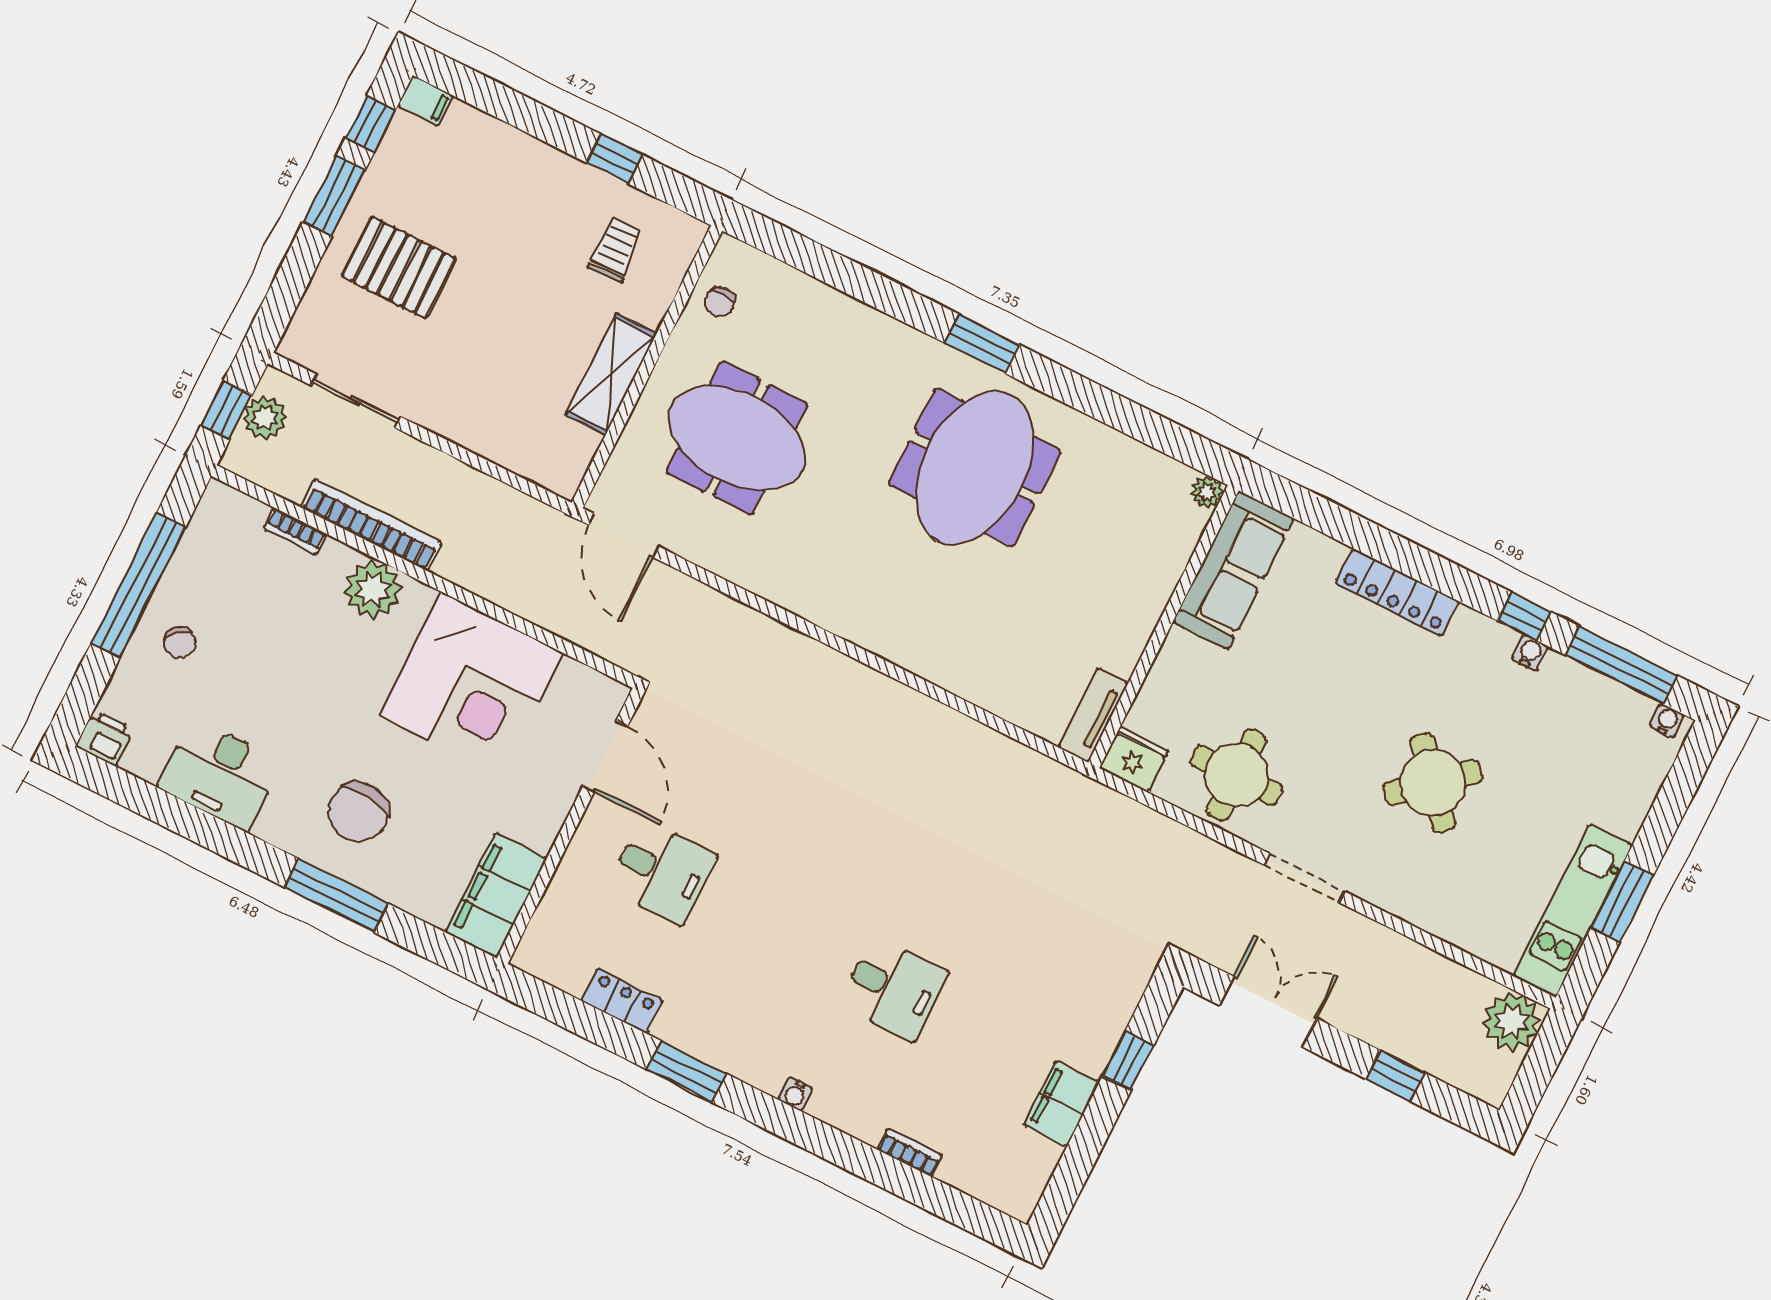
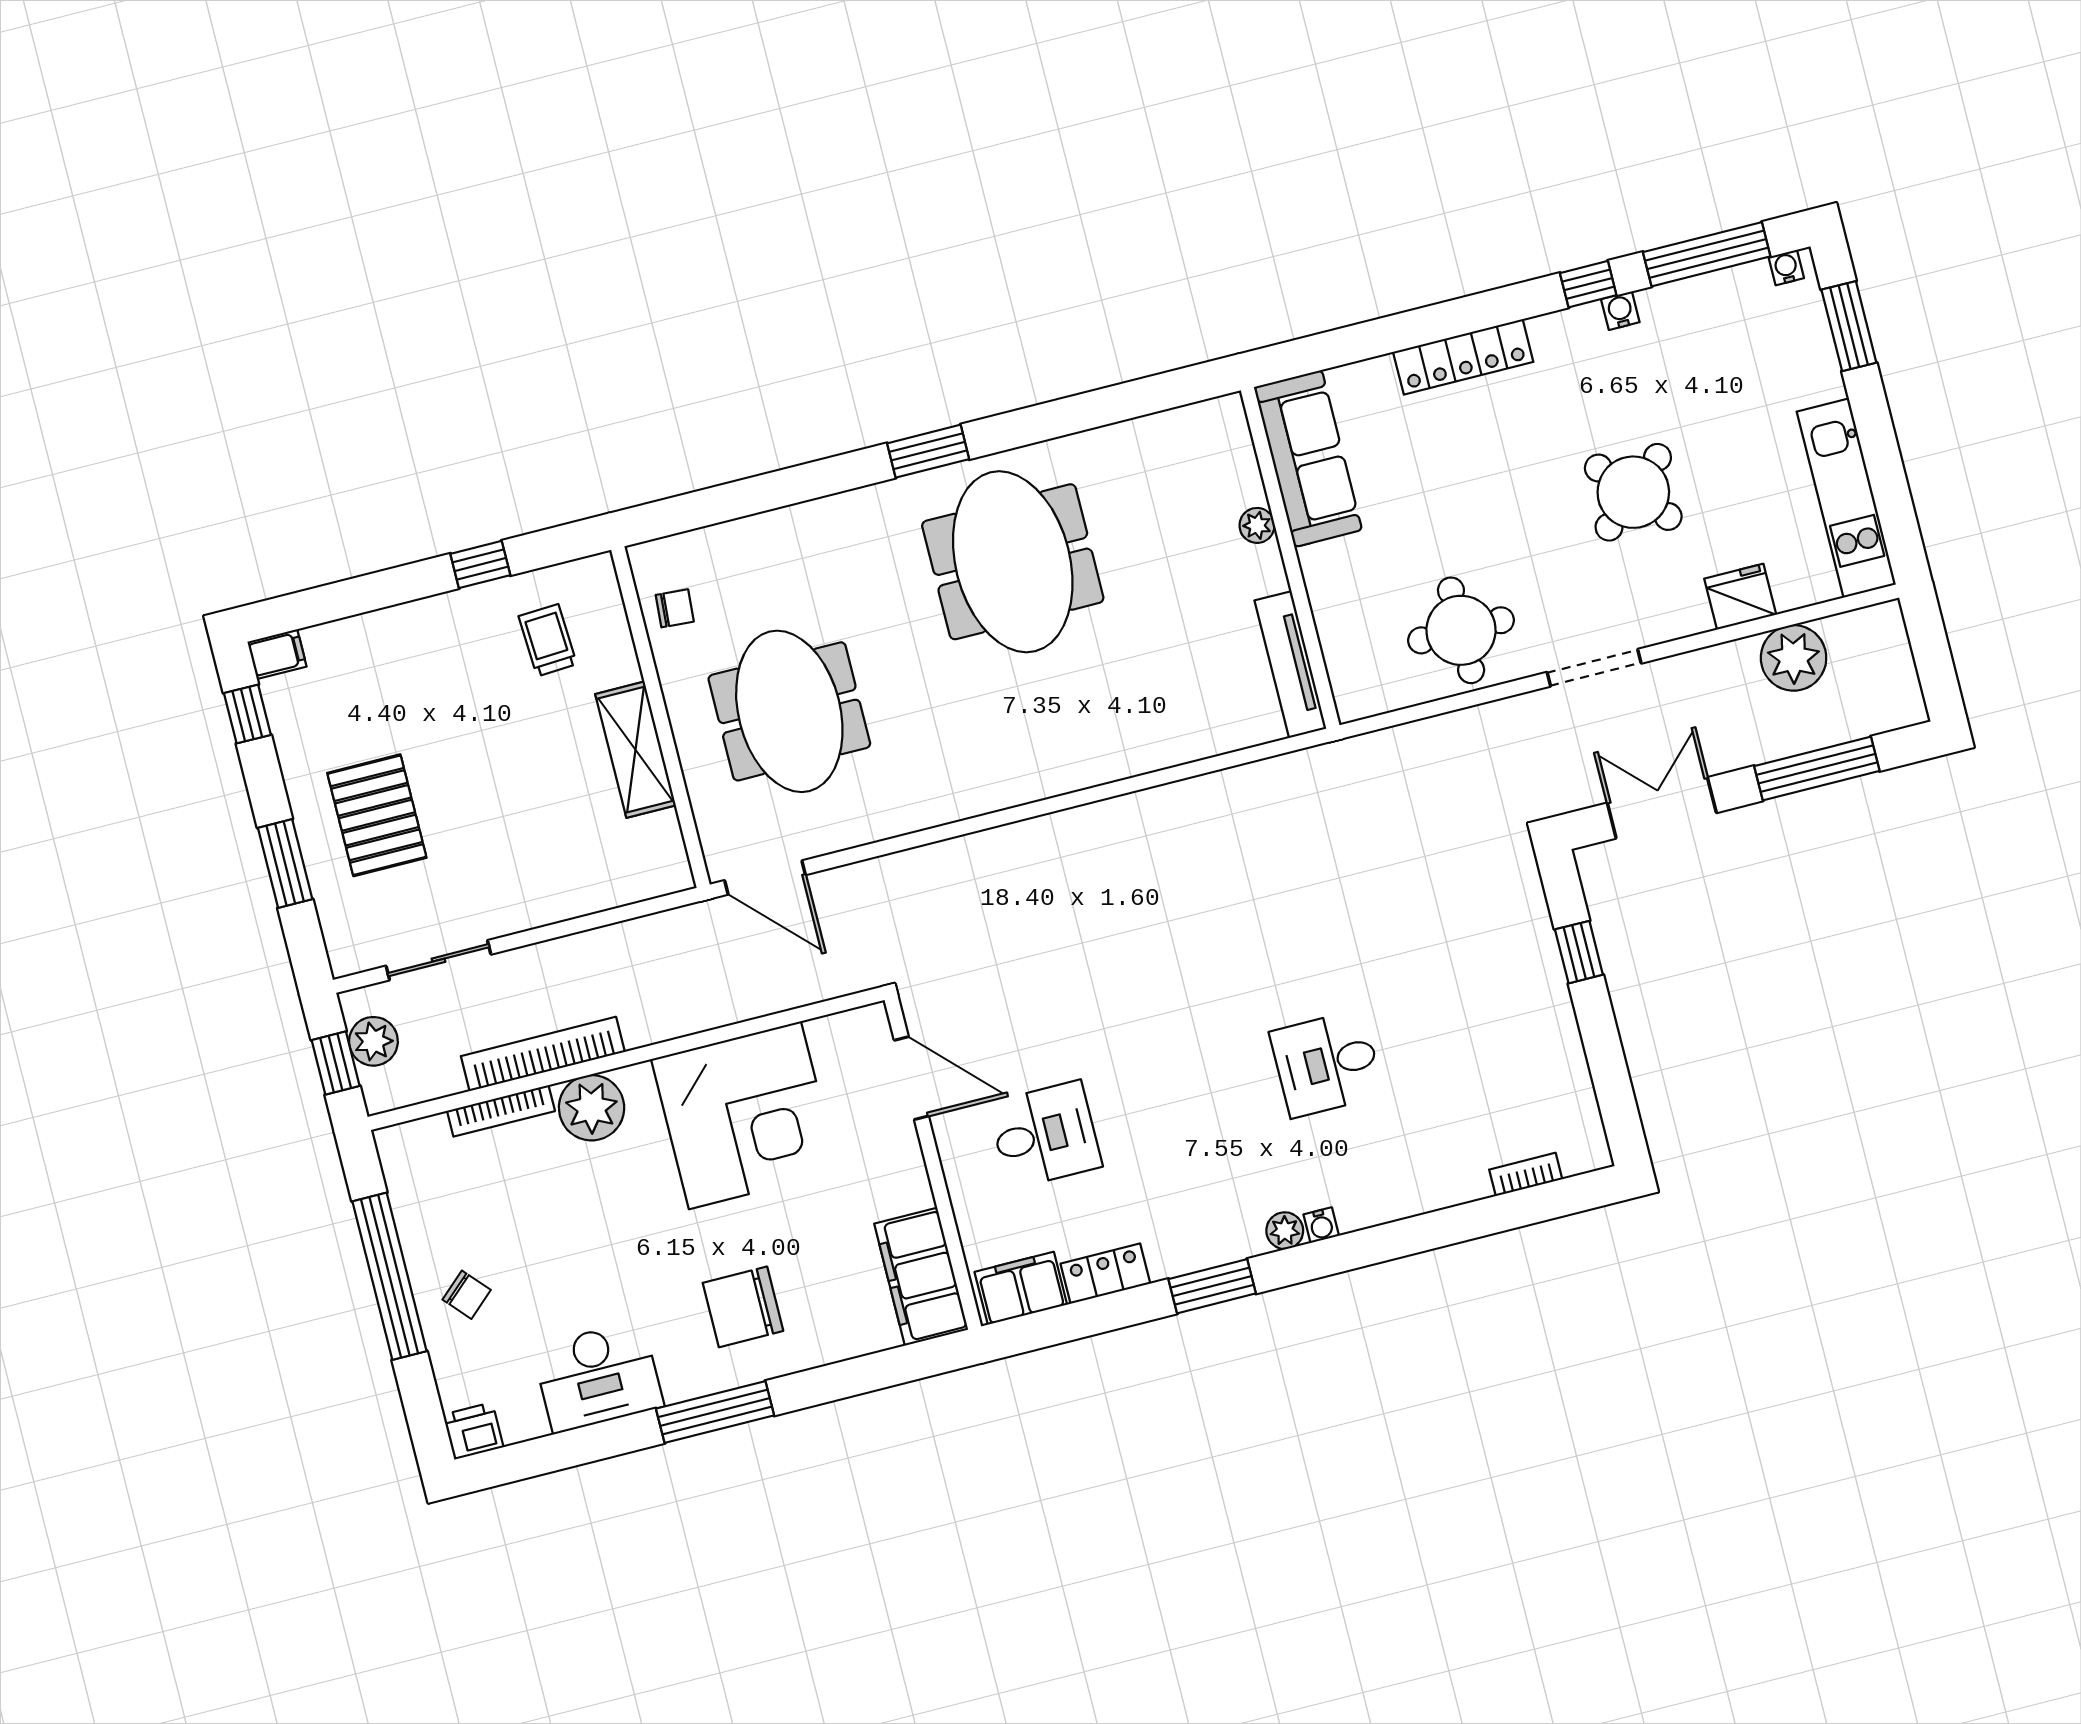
window: (334, 196) -> (285, 863), moved
pallet: (399, 267) -> (377, 815), turned 90
chair: (720, 302) -> (675, 608), turned -86
meeting table: (737, 438) -> (789, 711), turned 90
plant: (1207, 492) -> (1257, 525), moved
bookcase: (295, 531) -> (501, 1111), width x1.56
tv unit: (1093, 715) -> (1290, 665), width x1.41
fridge: (1134, 759) -> (1740, 597), moved
chair: (358, 812) -> (743, 1307), turned 83
window: (336, 895) -> (715, 1412), moved
window: (1622, 901) -> (1849, 326), moved
desk: (893, 988) -> (1327, 1064), turned 180
plant: (1512, 1021) -> (1794, 658), moved
plant: (768, 1076) -> (1285, 1231), added
window: (1395, 1076) -> (1817, 769), width x2.17
filing cabinet: (1062, 1104) -> (1021, 1288), moved, turned 90
bookcase: (910, 1152) -> (1526, 1174), moved

